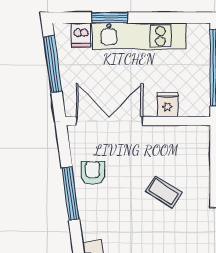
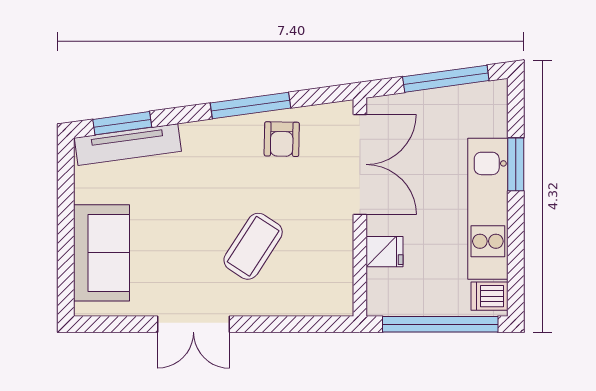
dishwasher: (81, 35) -> (489, 296), moved
armchair: (93, 173) -> (282, 139), turned 91
coffee table: (164, 192) -> (253, 246), width x1.36, depth x1.30

